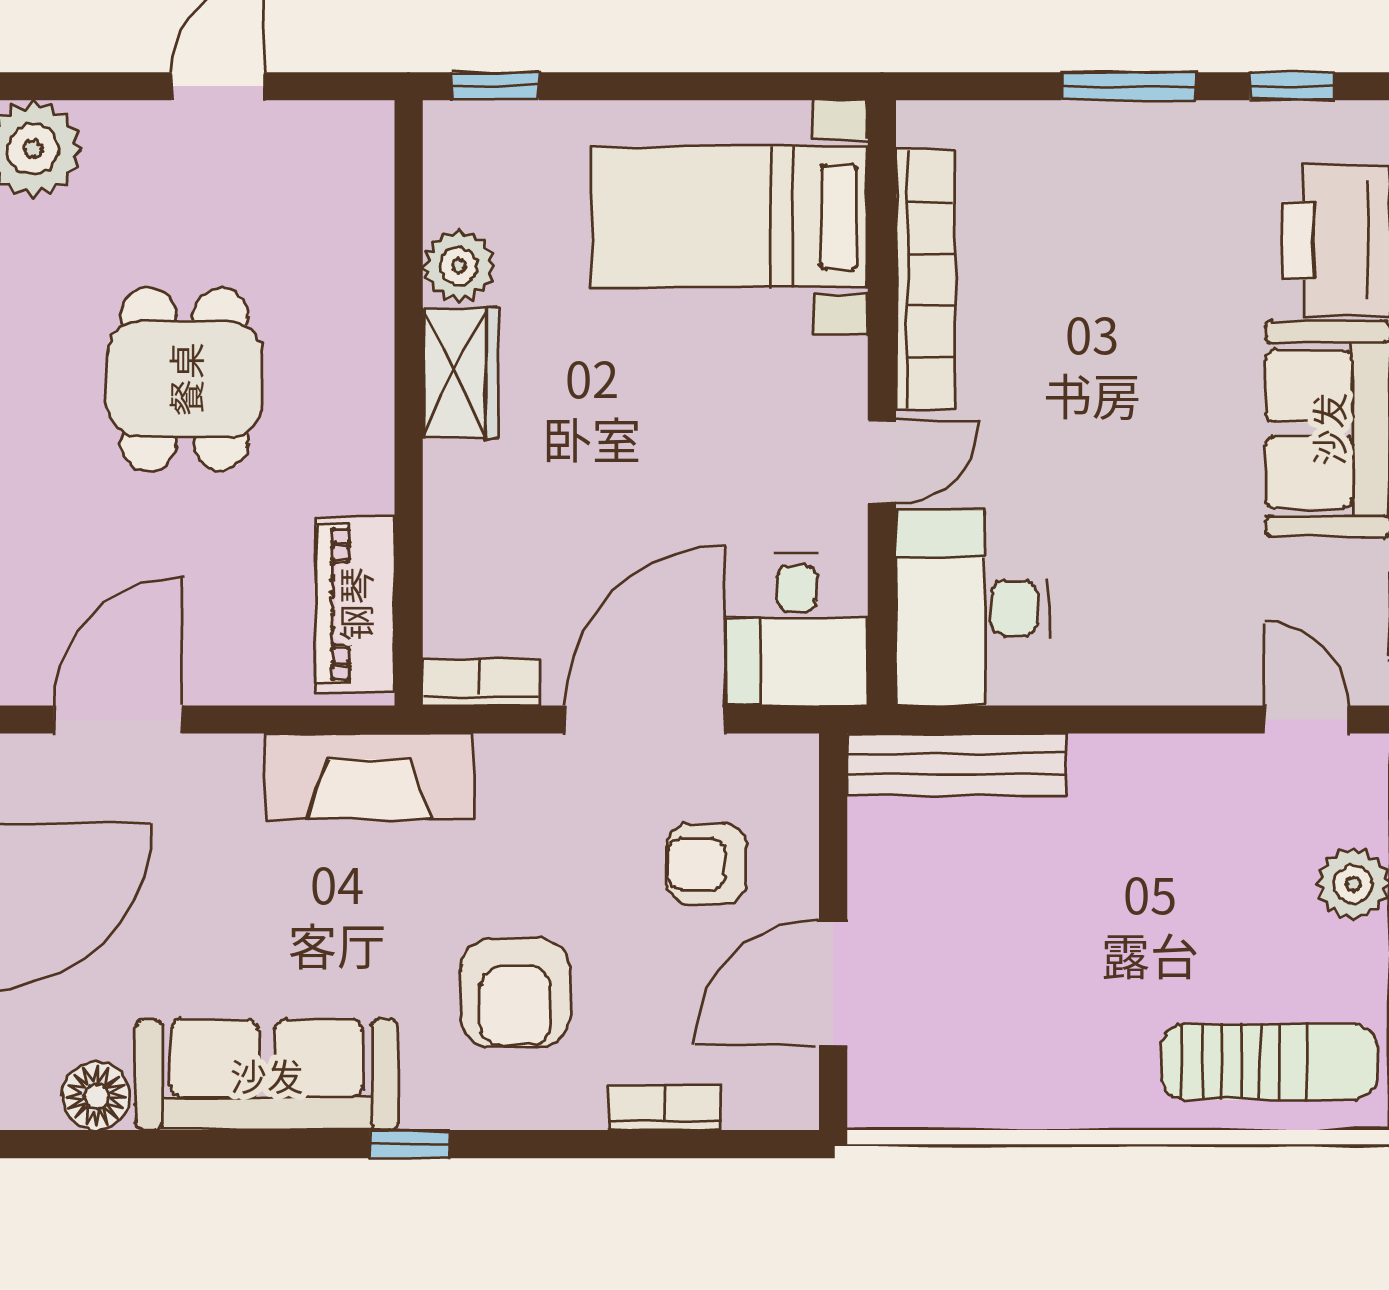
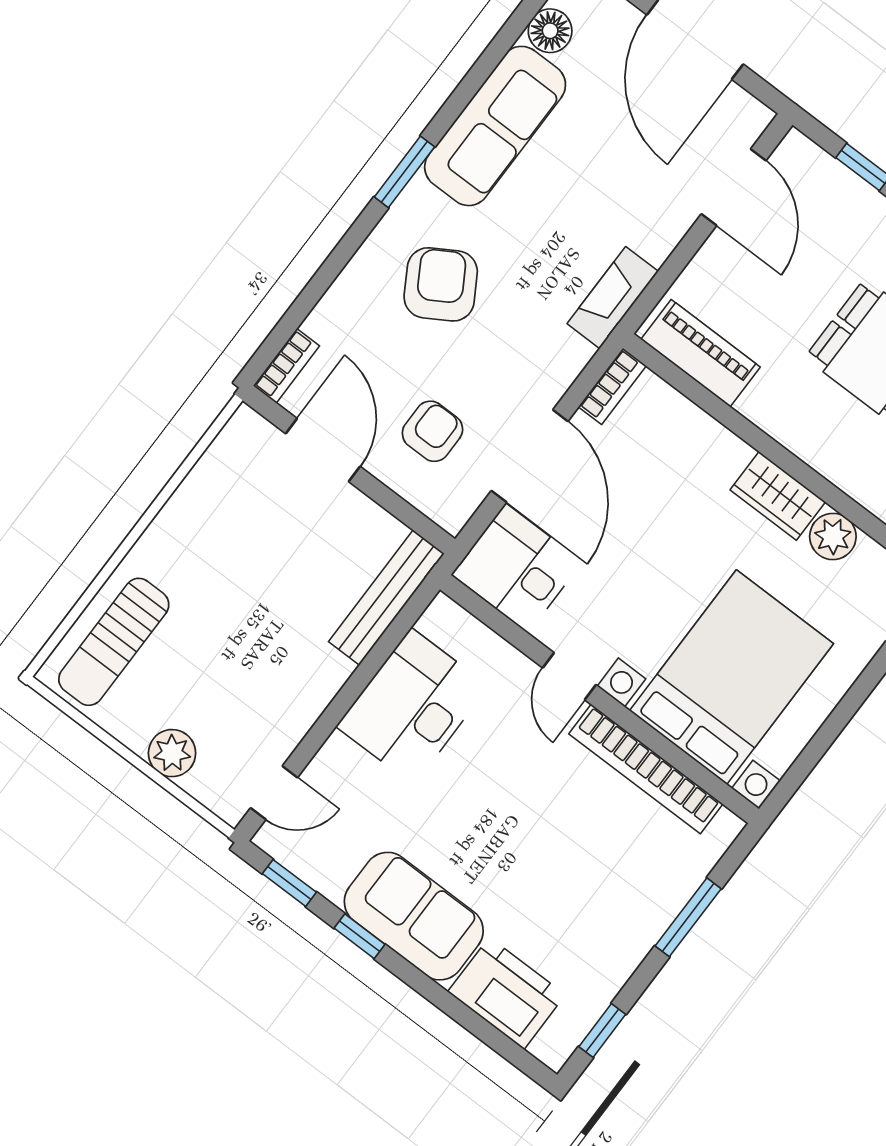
window: (1128, 86) -> (688, 917), moved
bed with nightstands: (730, 217) -> (732, 677), width x1.36
desk: (972, 608) -> (412, 706), moved, turned -90
fireplace: (369, 776) -> (613, 298), width x0.73, depth x0.76
armchair: (515, 993) -> (441, 284), turned 59
bookcase: (665, 1108) -> (286, 366), moved
window: (410, 1144) -> (404, 172), width x1.50

